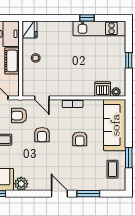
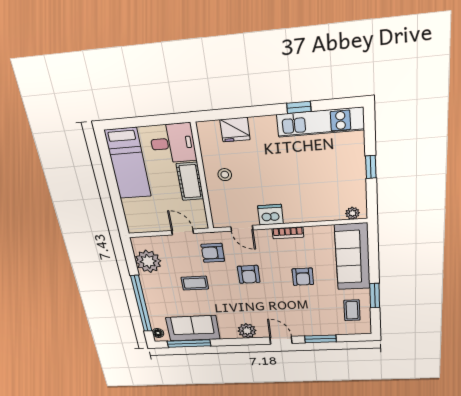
fridge: (30, 30) -> (235, 130), moved, turned 90
dishwasher: (103, 89) -> (270, 215), moved
plant: (21, 184) -> (247, 331), moved

